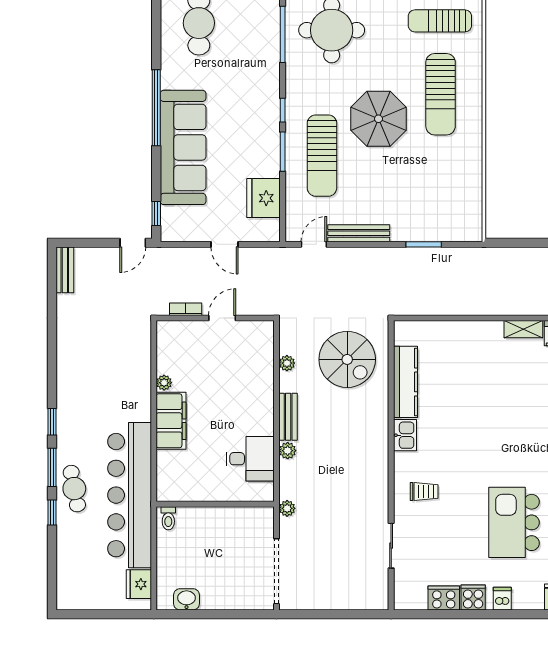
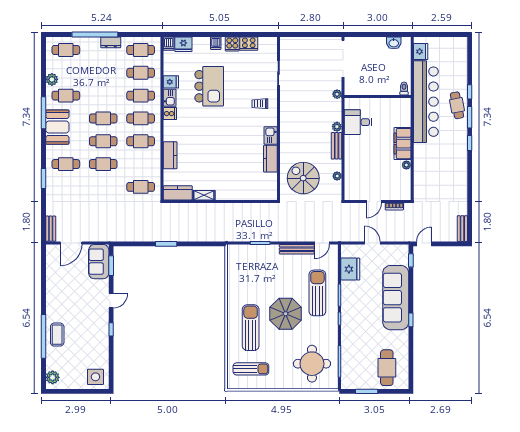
window: (156, 108) -> (411, 320), width x0.32
kitchen counter: (405, 382) -> (270, 159), width x0.67

